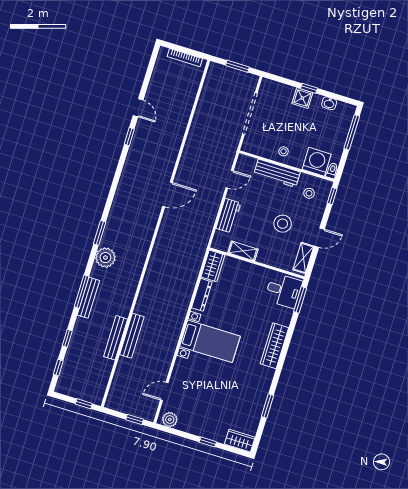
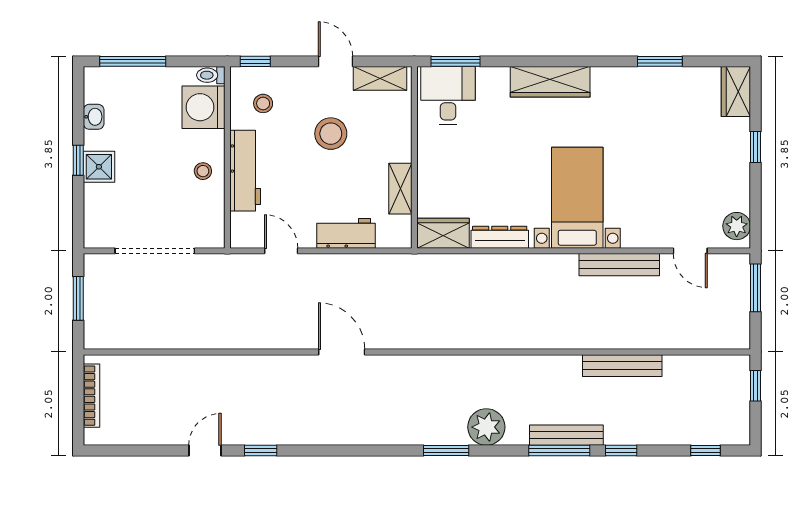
bench: (132, 336) -> (619, 265), moved
window: (67, 338) -> (621, 451), moved
window: (135, 419) -> (755, 288), width x1.50

